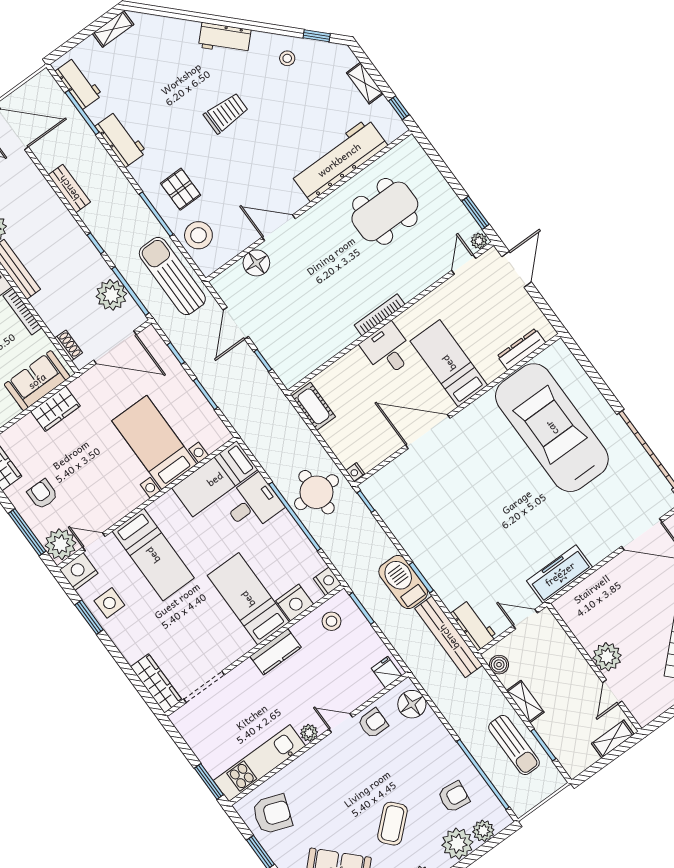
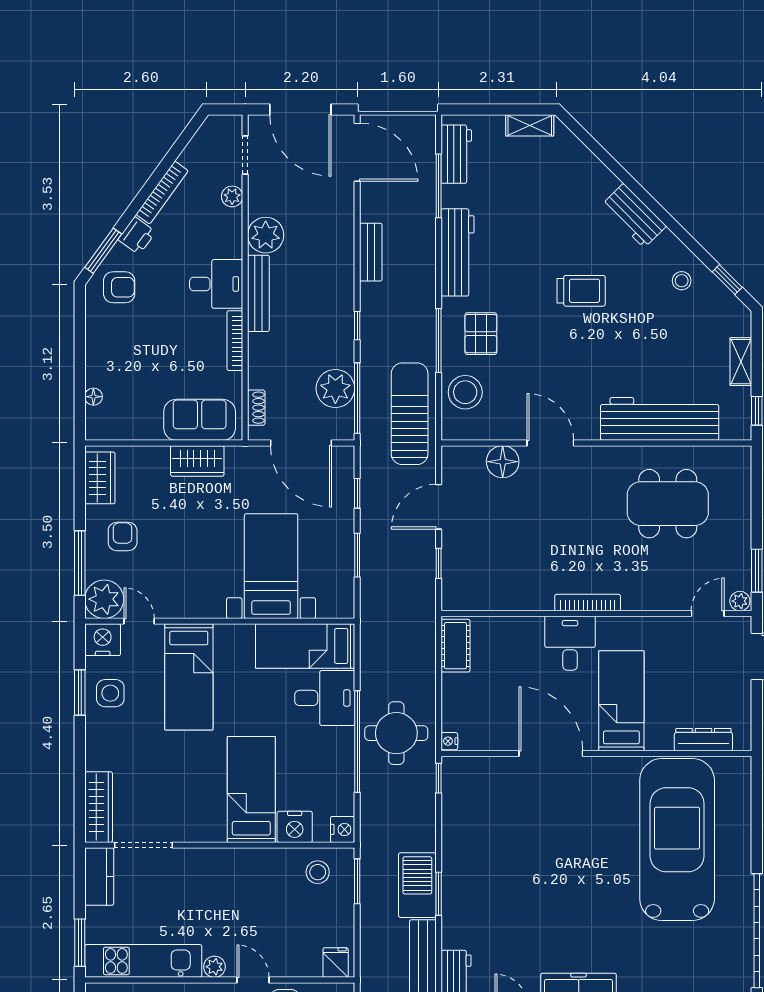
workbench: (121, 139) -> (458, 252), width x1.37
kitchen counter: (276, 652) -> (99, 876), moved, turned -90

